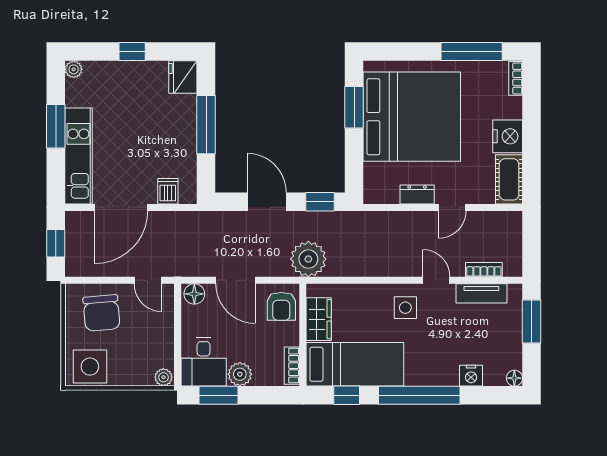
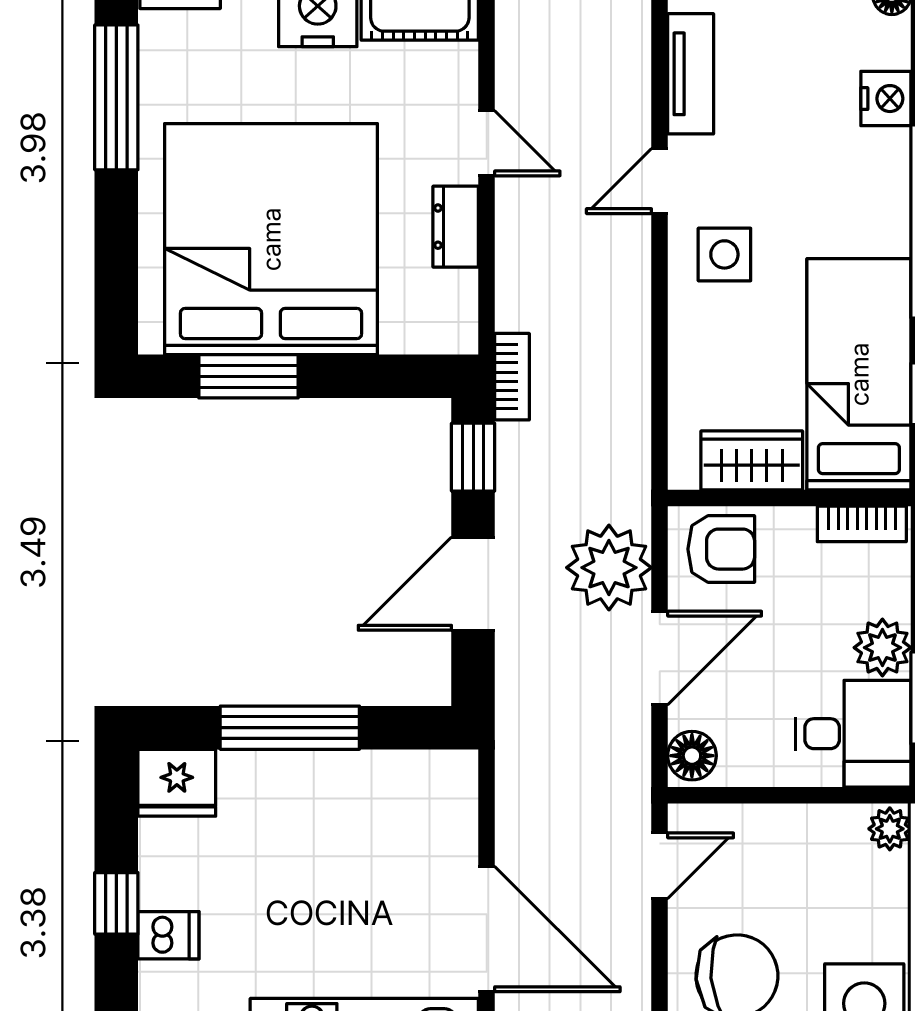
dishwasher: (168, 191) -> (168, 935), moved, turned 180
plant: (308, 259) -> (609, 568), moved
bookcase: (484, 270) -> (512, 377), moved, turned 180

